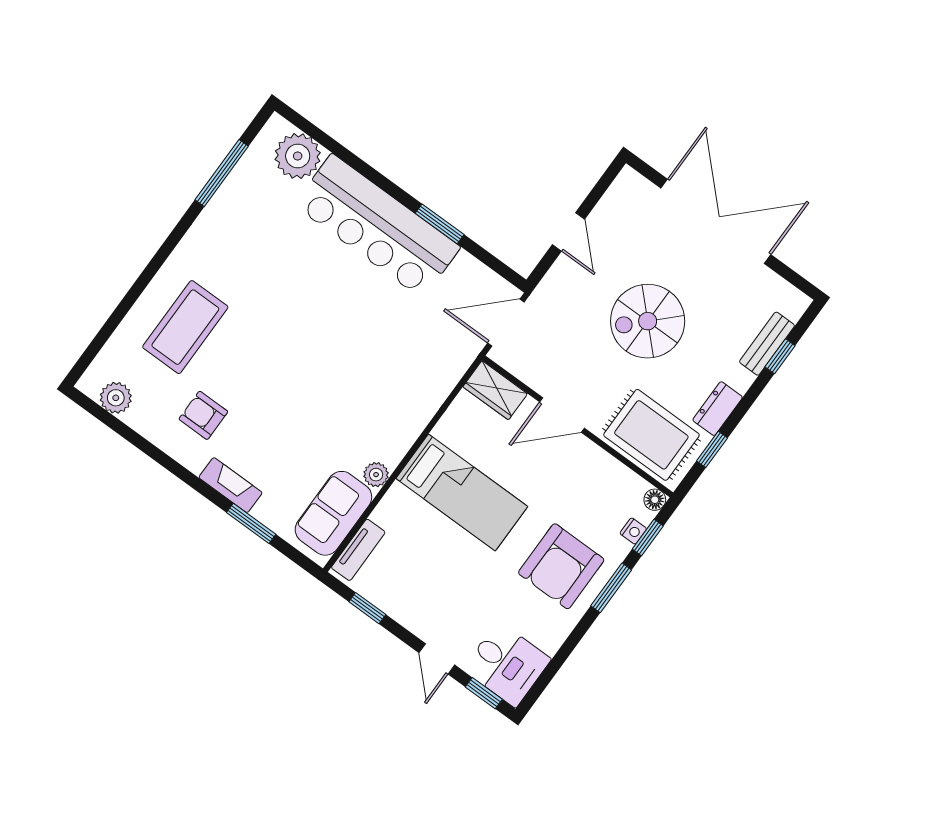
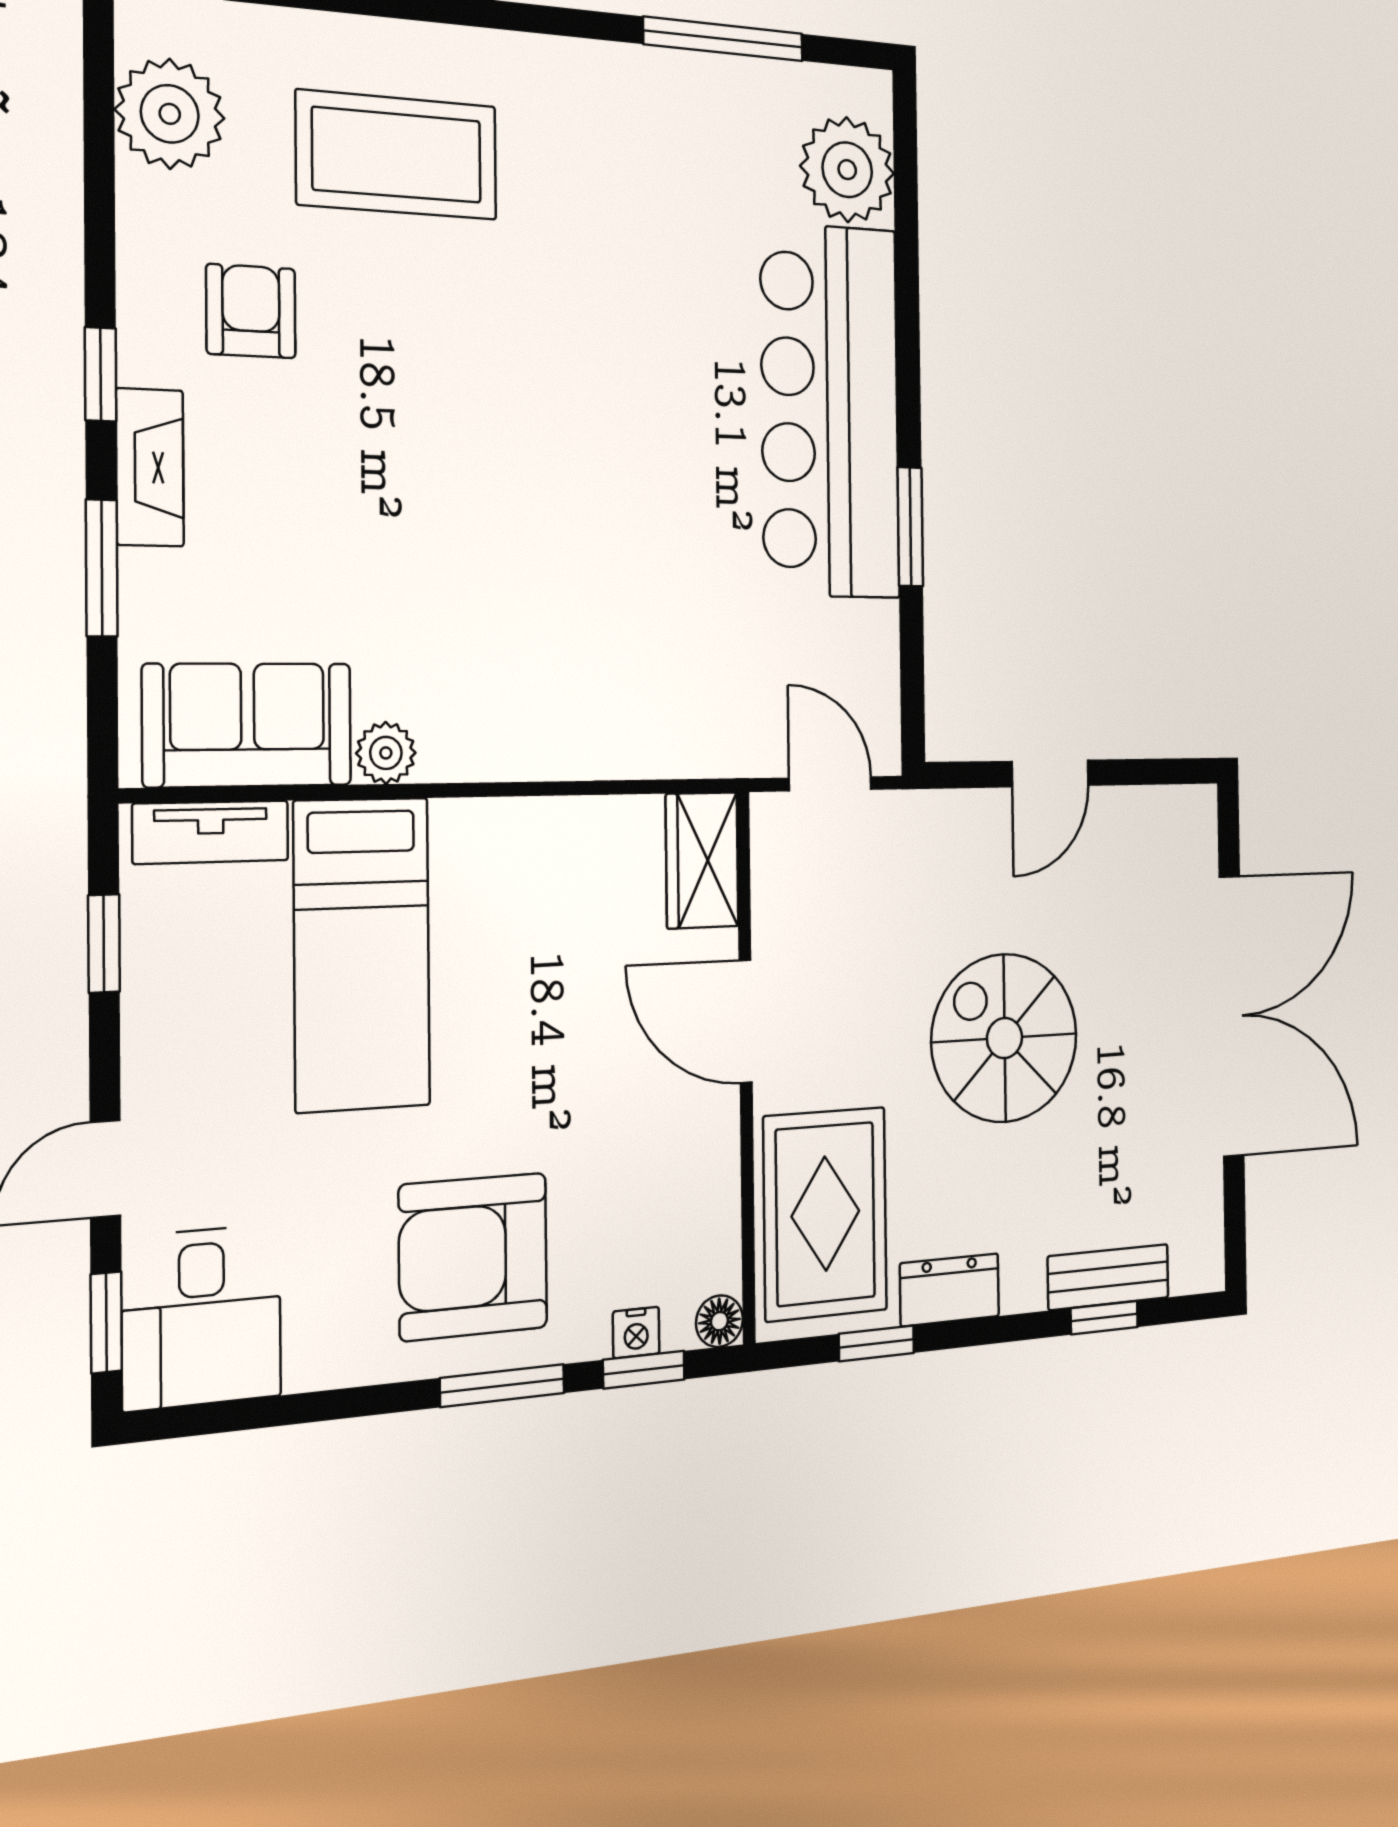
door: (506, 323) -> (830, 784), width x0.73
plant: (116, 398) -> (170, 114), width x1.36, depth x1.36
window: (191, 479) -> (101, 374), added
bed: (462, 492) -> (362, 954), moved

